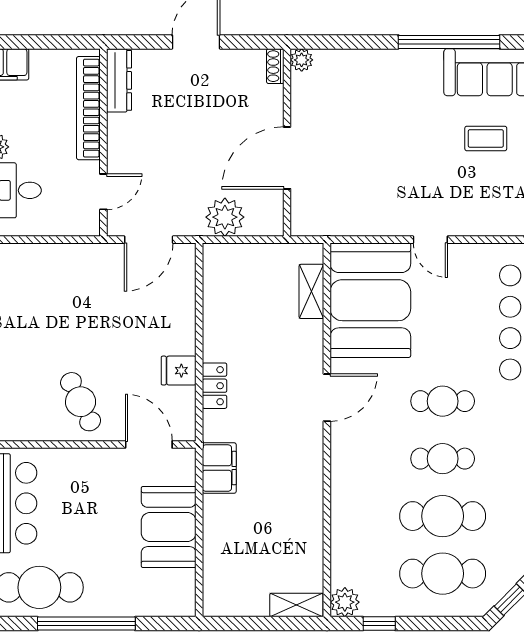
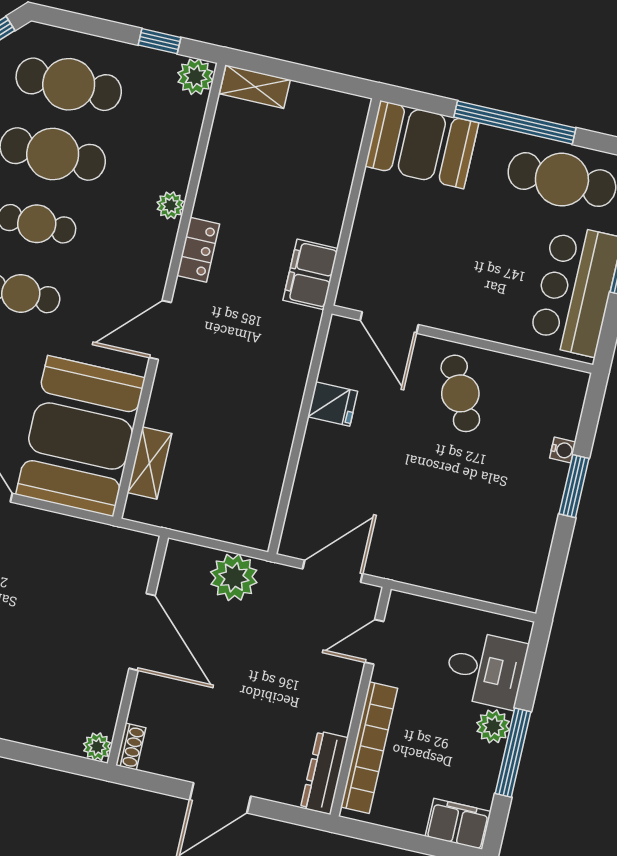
door: (287, 158) -> (142, 632), hinge flipped
locker: (215, 386) -> (198, 250), moved, turned 180
plant: (341, 497) -> (170, 205), added
booth: (169, 527) -> (422, 145), moved, turned 90

